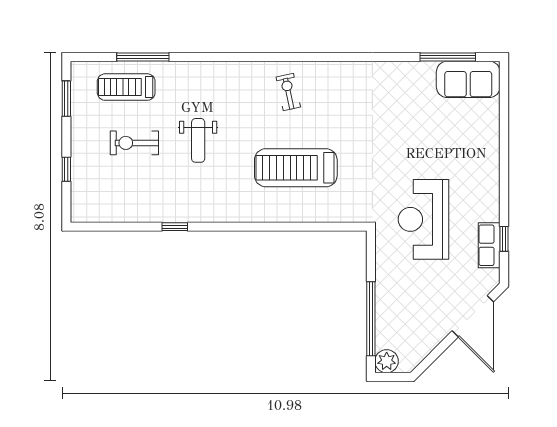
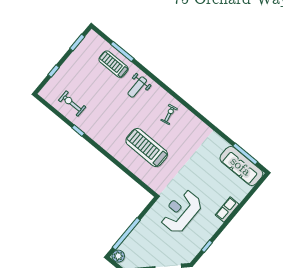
sofa: (468, 79) -> (241, 166), width x1.36
treadmill: (126, 87) -> (113, 64), moved
weight bench: (198, 140) -> (137, 87), moved
exercise bike: (134, 143) -> (72, 104), moved
row of seats: (489, 245) -> (227, 210), moved

